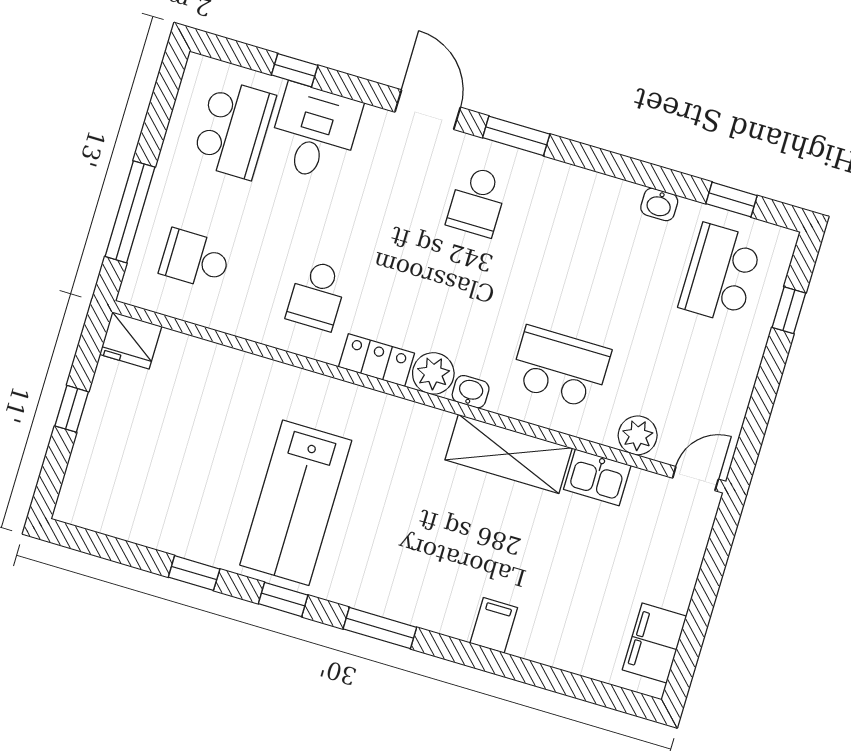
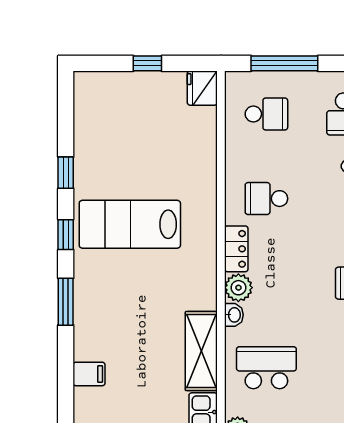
school desk: (195, 259) -> (266, 114), turned 90
school desk: (560, 367) -> (266, 368), turned -90

